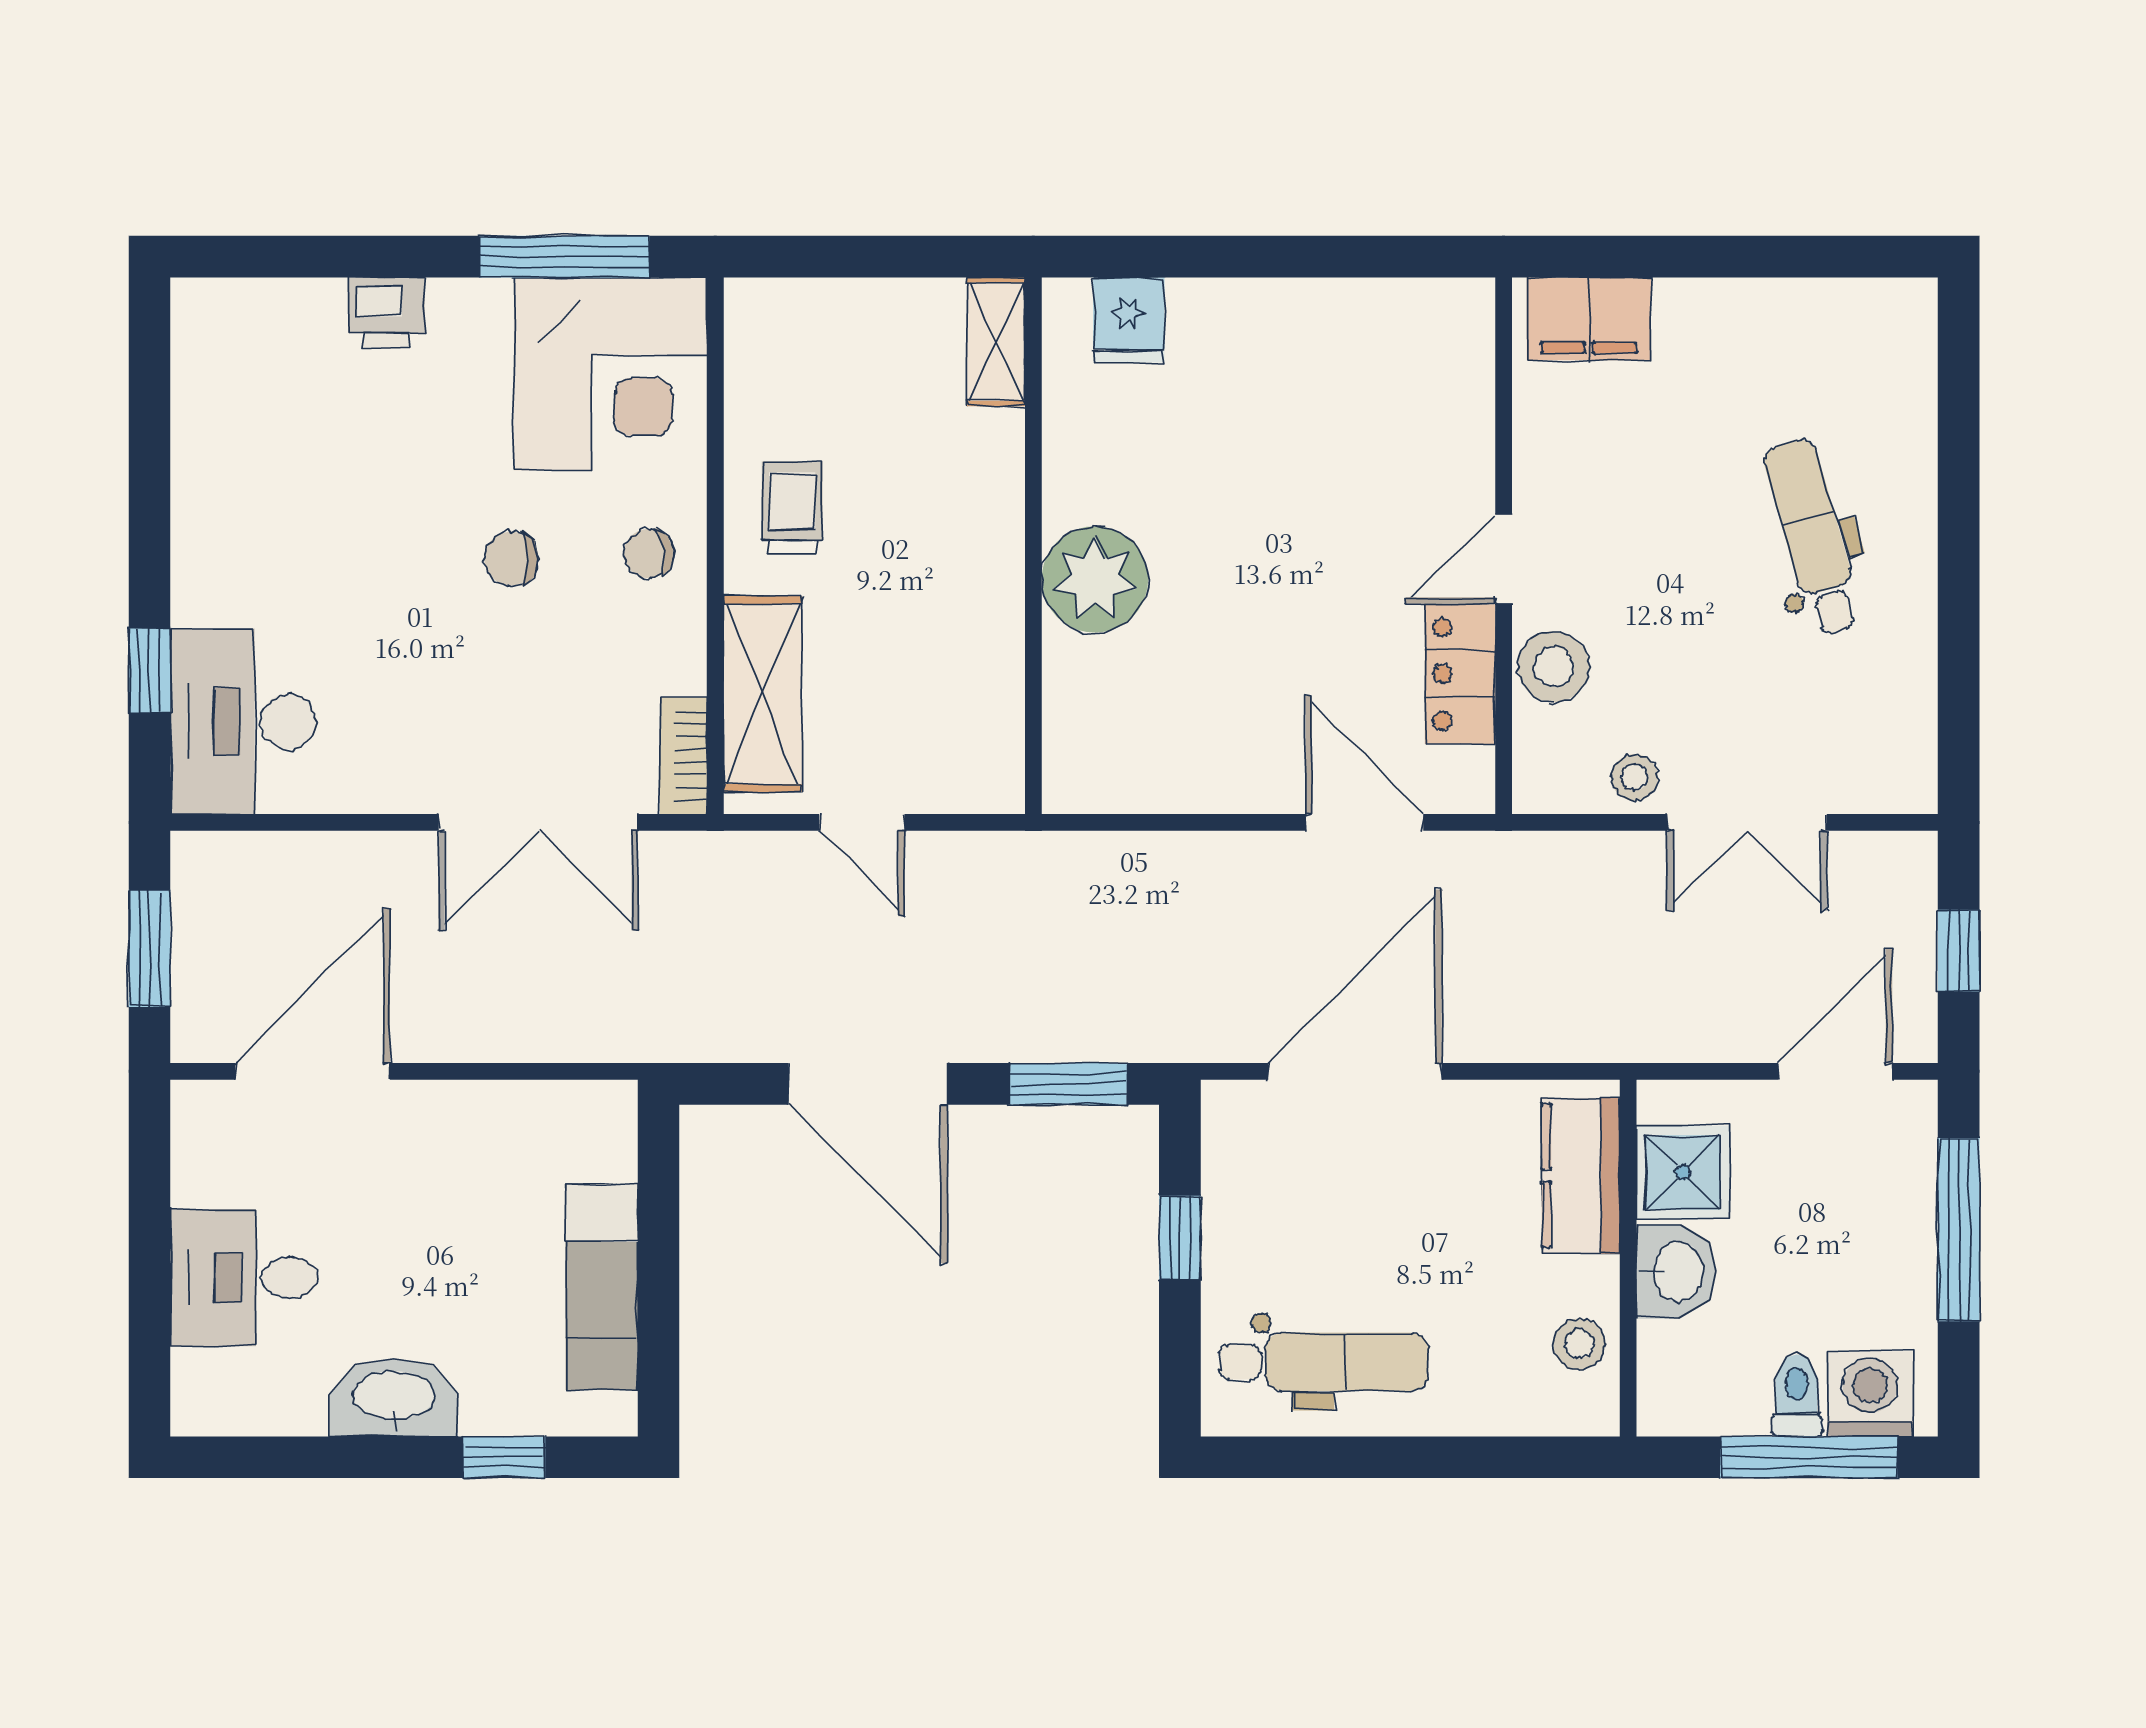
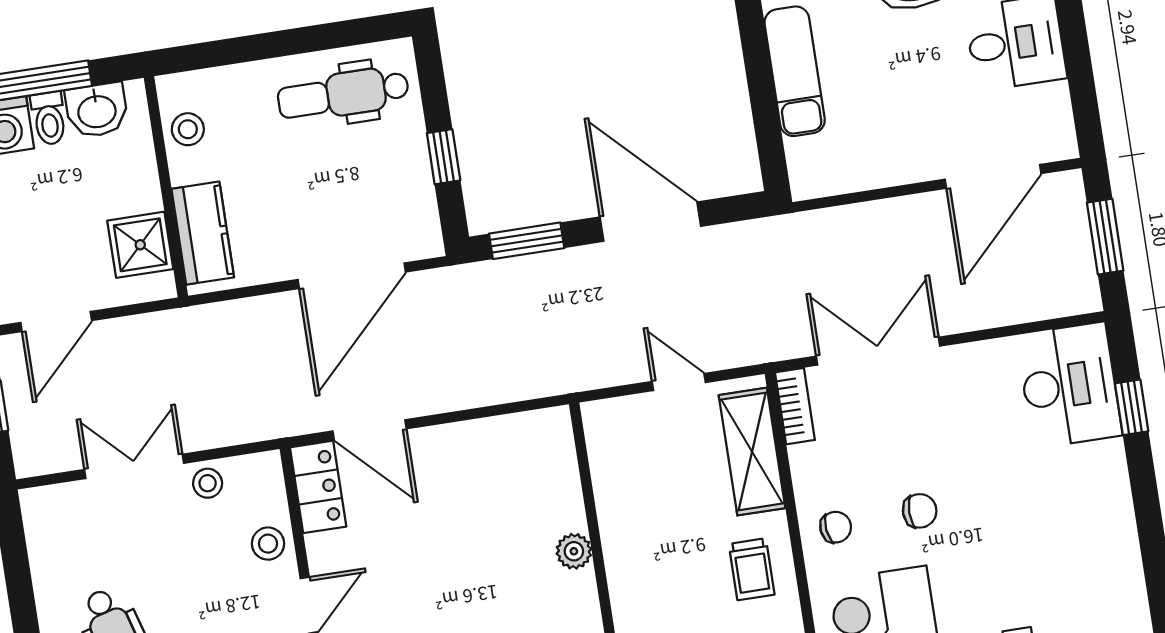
plant: (1095, 579) -> (574, 551), width x0.53, depth x0.53
stool: (1554, 667) -> (268, 544), width x0.73, depth x0.73
locker: (1460, 674) -> (318, 487), moved
washbasin: (1676, 1272) -> (97, 110), moved, turned -90

